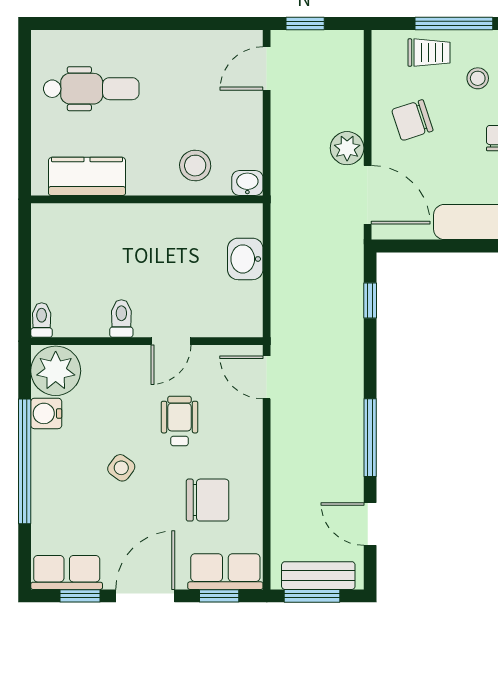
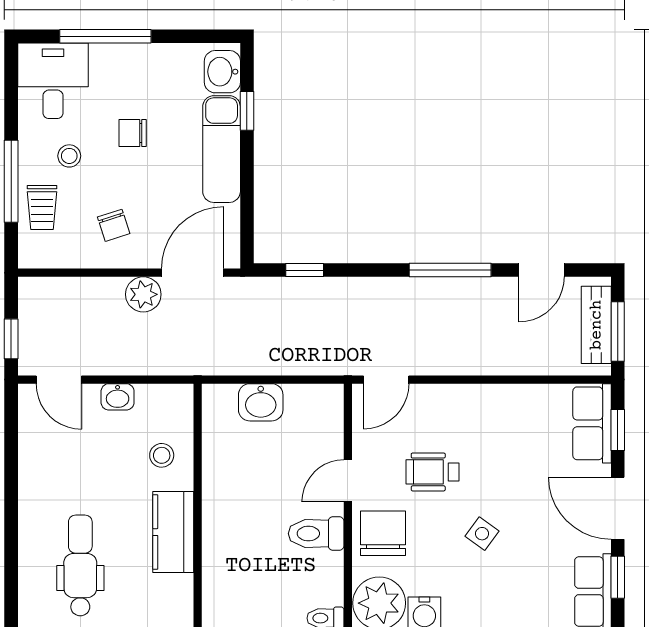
trolley: (429, 53) -> (42, 207), turned 180
chair: (412, 120) -> (114, 225), width x0.73, depth x0.73
stool: (195, 166) -> (162, 455), width x0.73, depth x0.73
kitchen counter: (87, 176) -> (173, 532), moved
washbasin: (247, 183) -> (118, 397), moved, turned -90
toilet: (121, 319) -> (316, 534), width x1.37, depth x1.39
door: (171, 341) -> (348, 481), swing flipped
chair: (208, 500) -> (383, 533), moved

